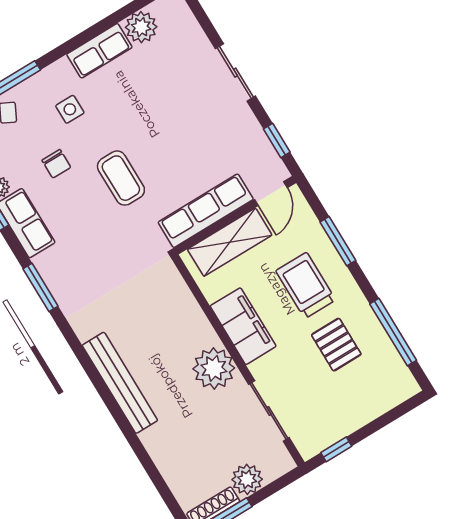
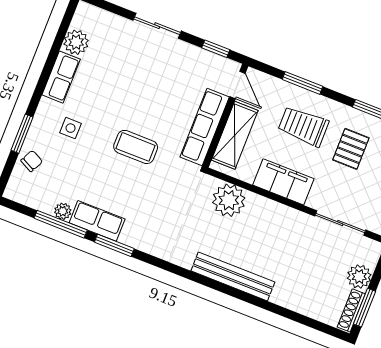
chair: (56, 164) -> (88, 169), removed
window: (41, 287) -> (114, 245), moved
pallet: (336, 345) -> (351, 149), turned 90
plant: (214, 368) -> (229, 200), moved

